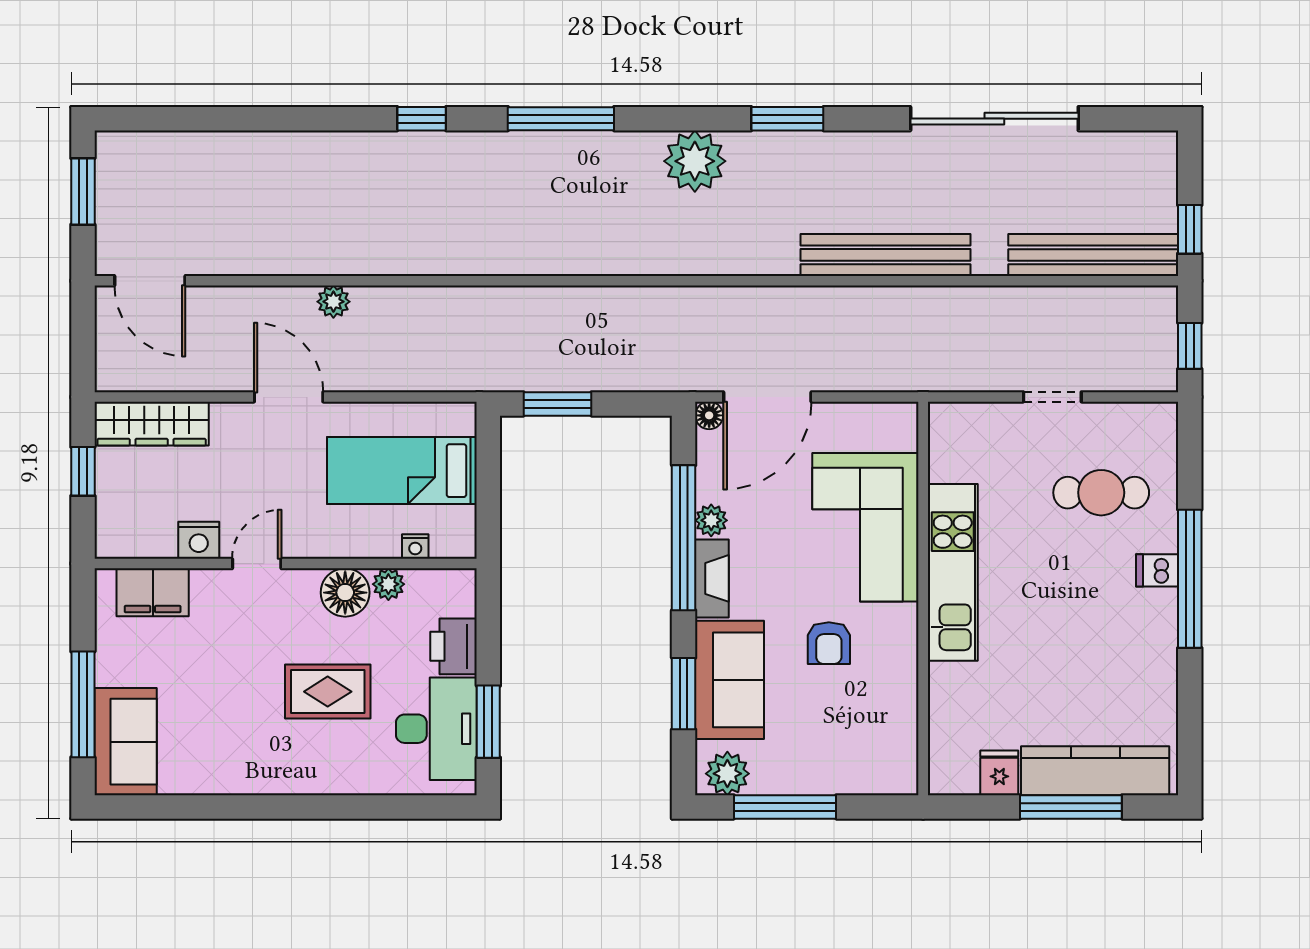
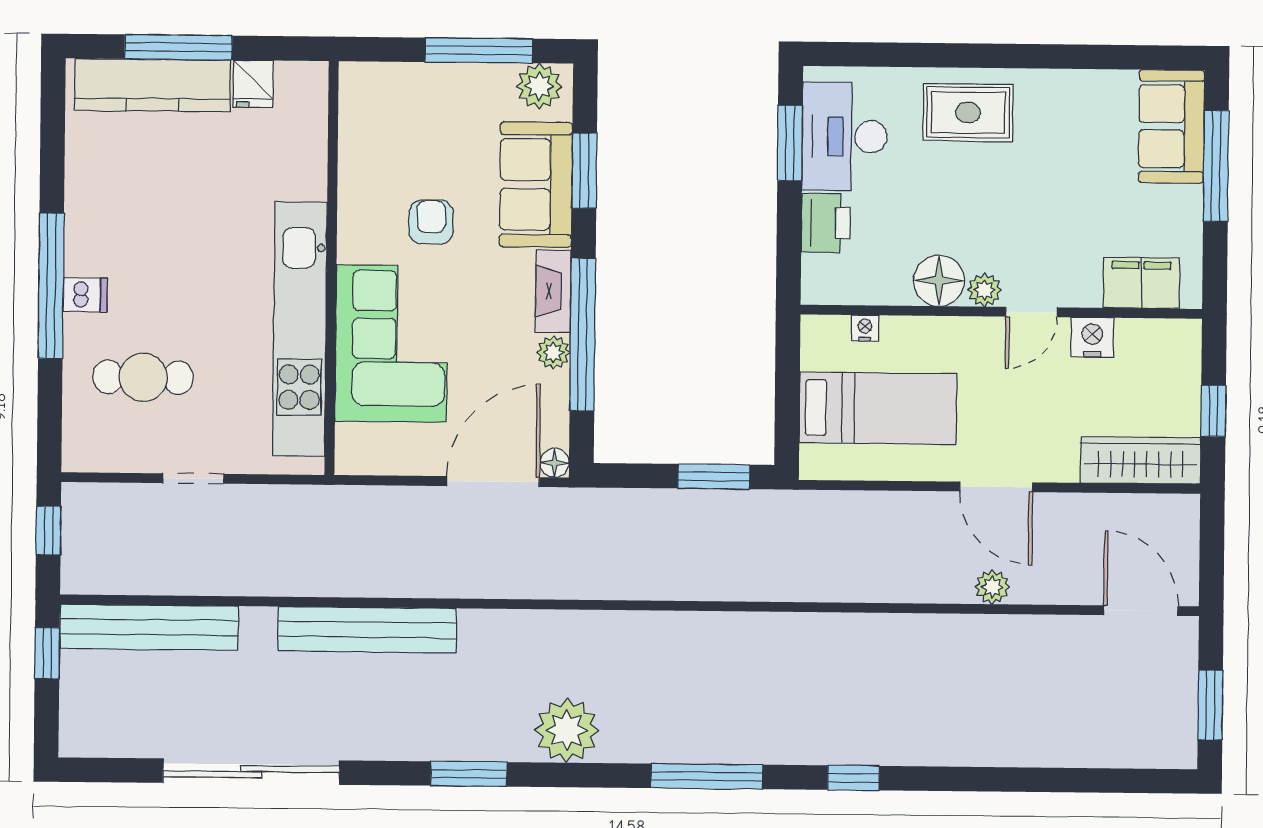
plant: (333, 302) -> (992, 587), moved
kitchen unit: (953, 572) -> (300, 329), width x1.36
plant: (388, 584) -> (984, 290), moved
rug: (328, 692) -> (968, 113), moved

